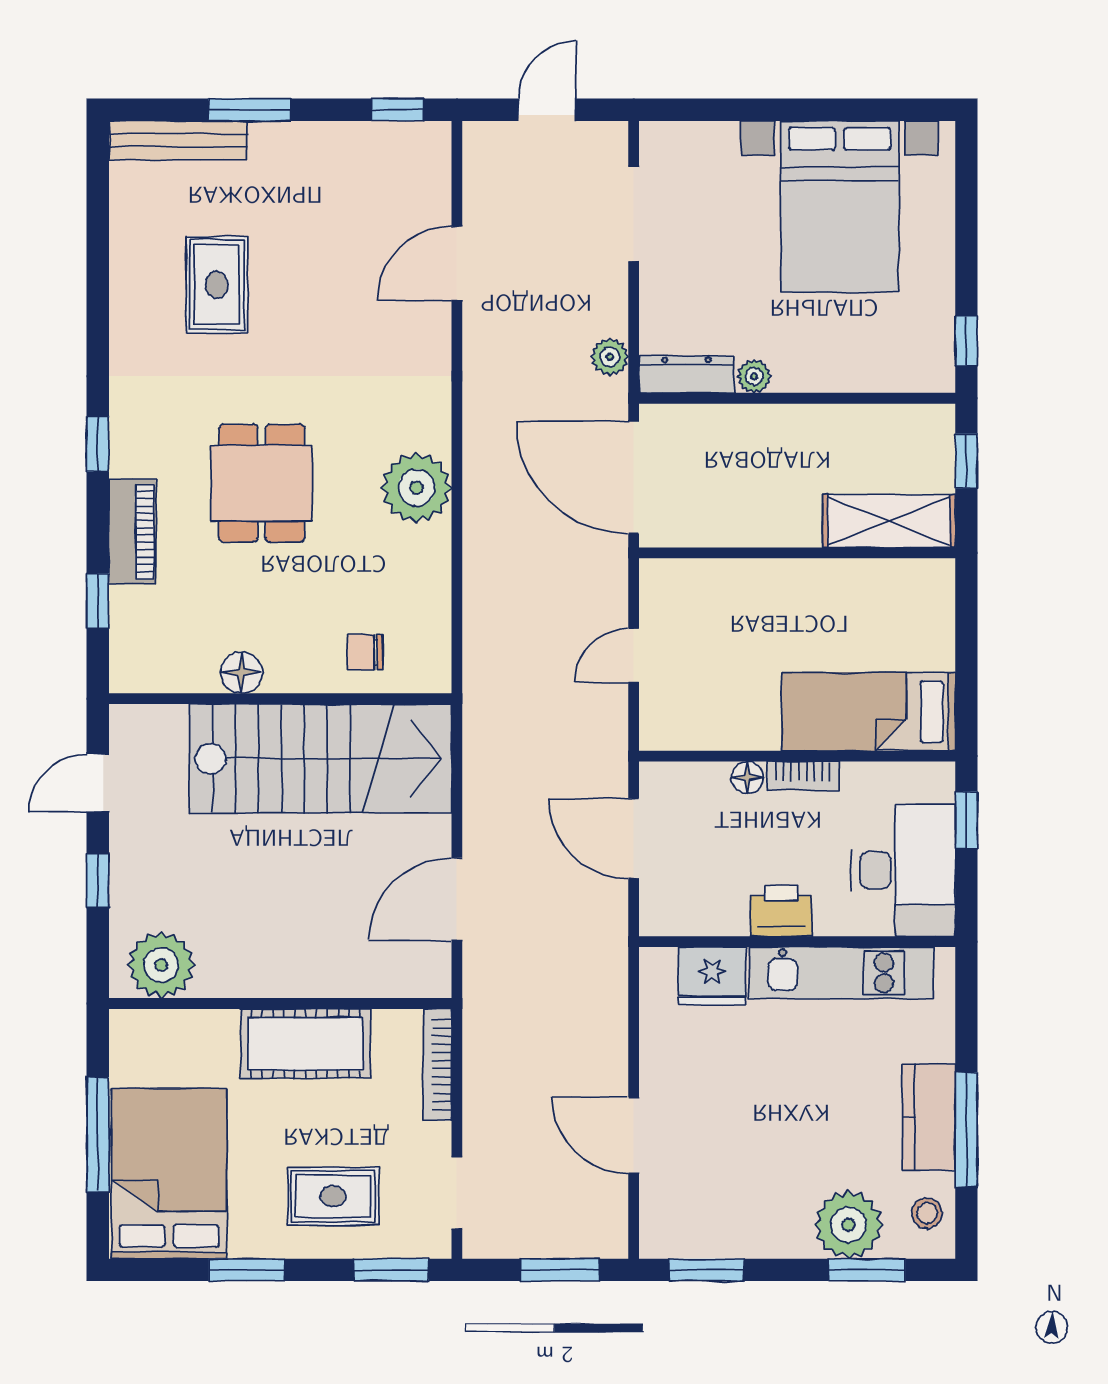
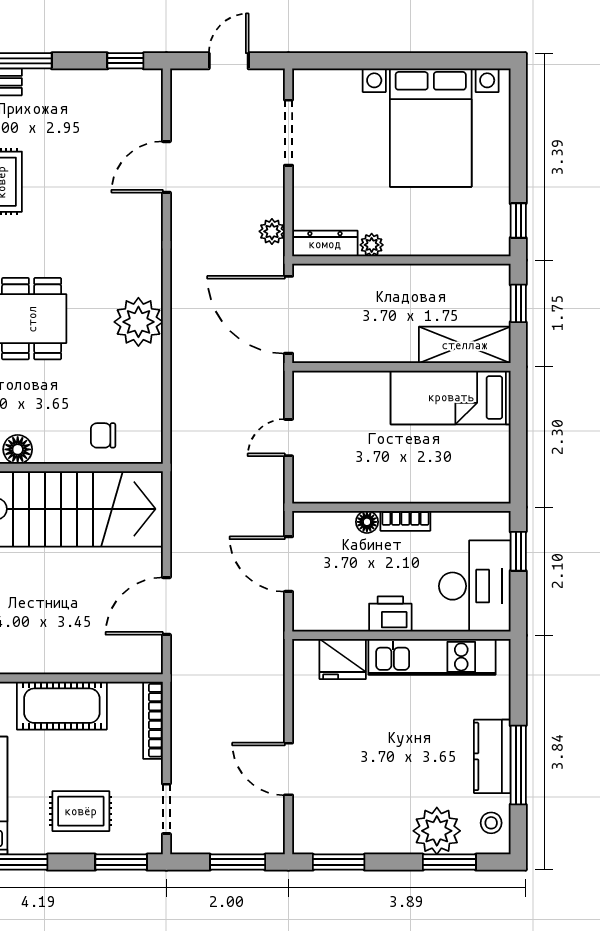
bed: (868, 712) -> (451, 397), moved

